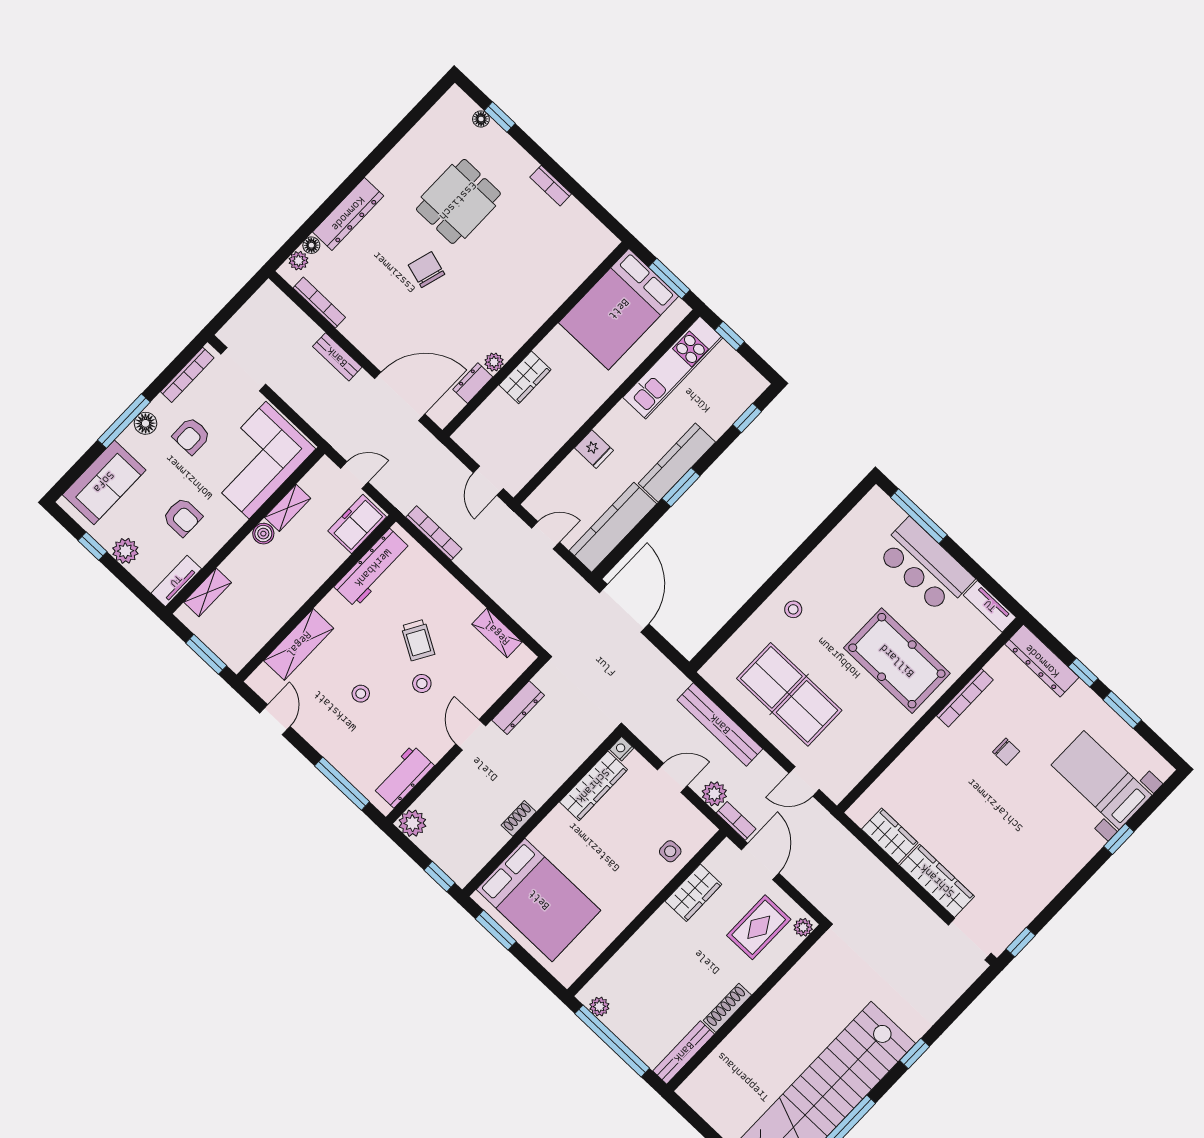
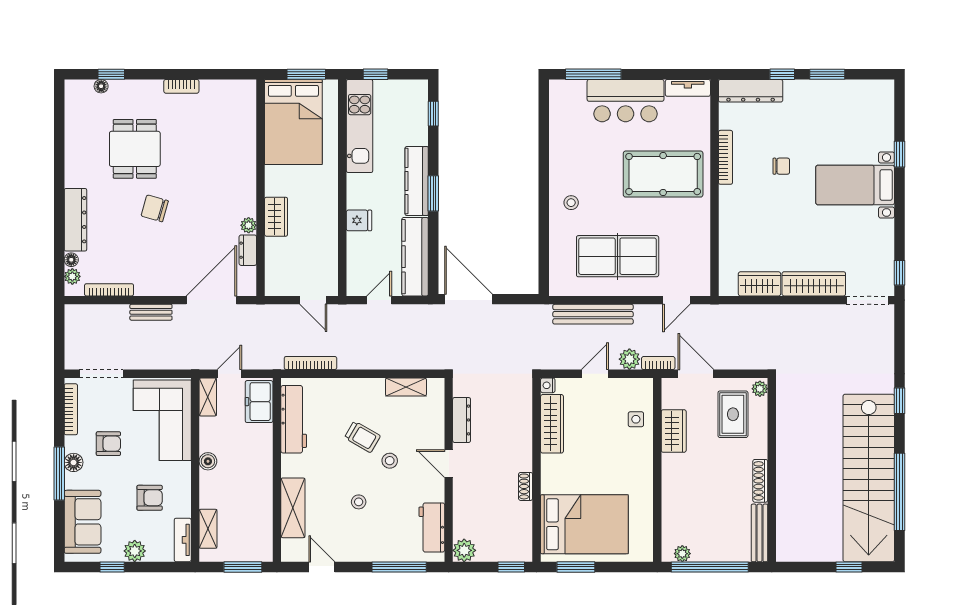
armchair: (191, 436) -> (108, 444), turned -90
shelving: (288, 508) -> (208, 397), moved
bed with nightstands: (1101, 780) -> (855, 185), moved

